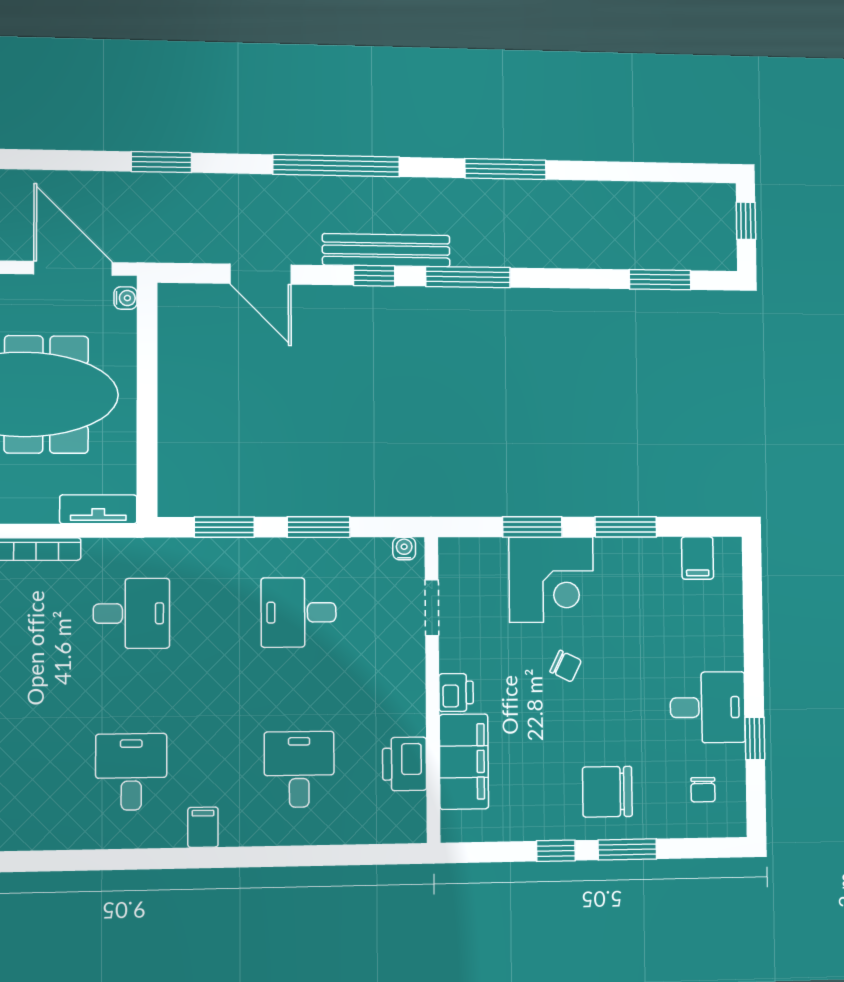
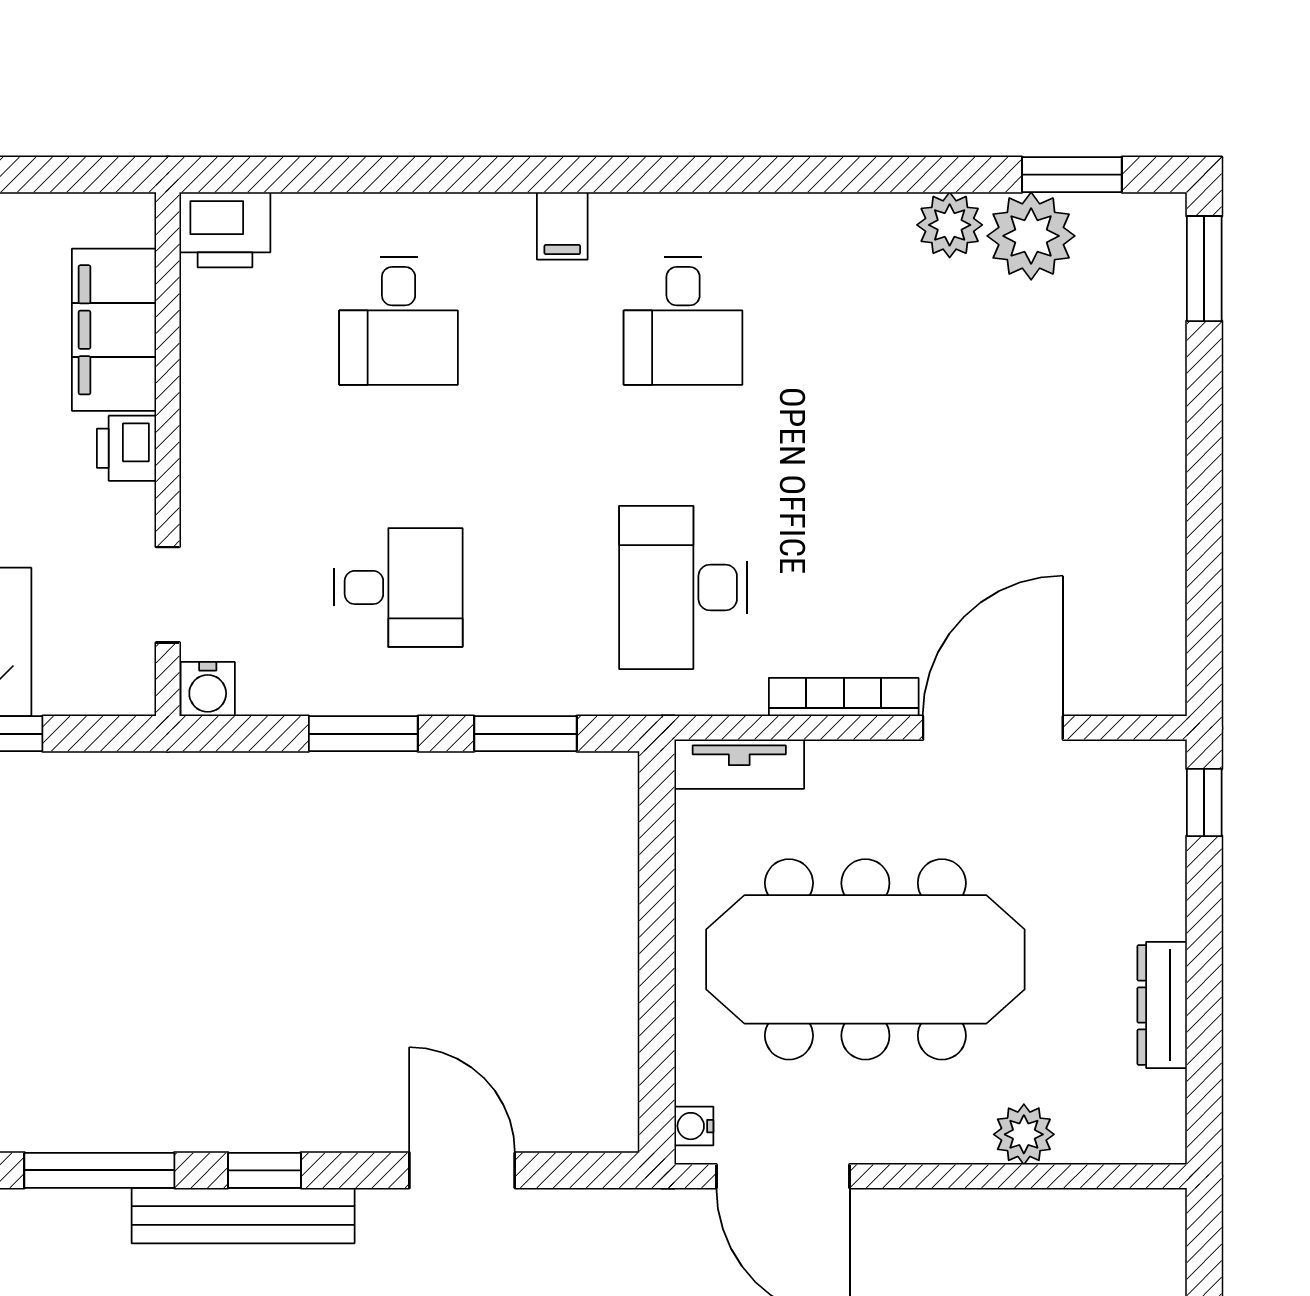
water cooler: (404, 549) -> (208, 689), width x1.38, depth x1.38
desk: (131, 613) -> (683, 587), width x1.37
printer: (405, 764) -> (225, 230), moved, turned 90

